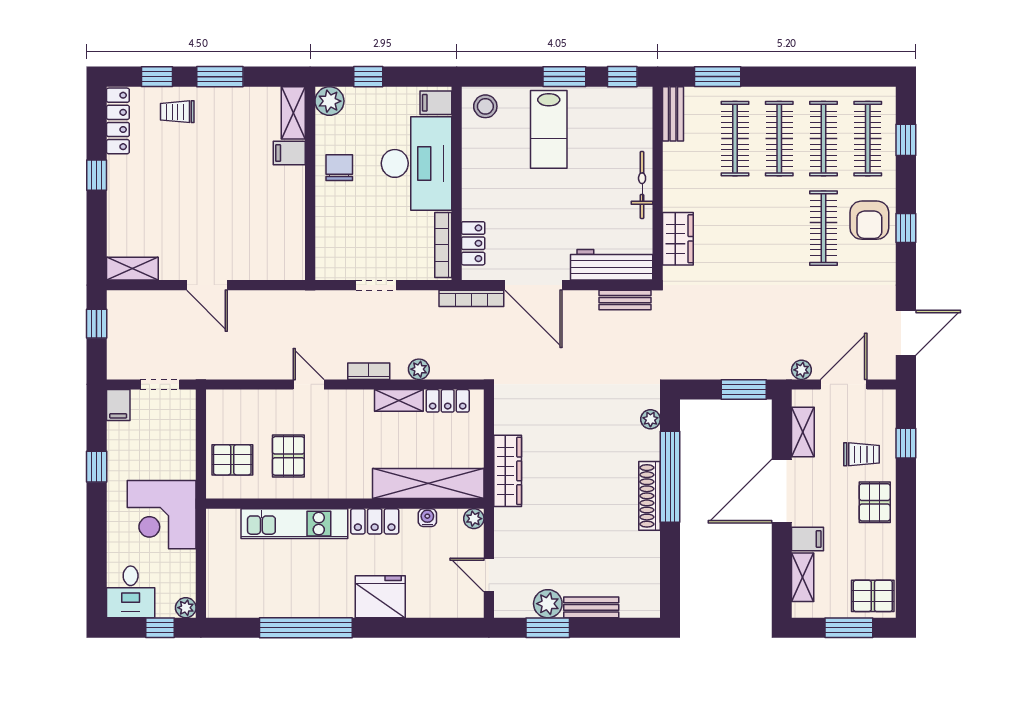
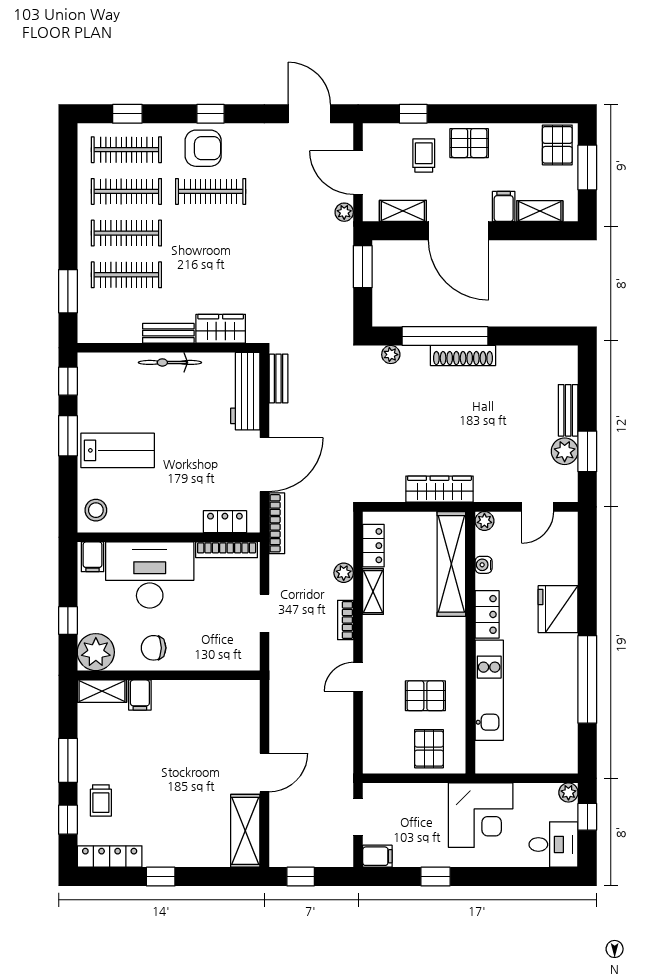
plant: (329, 101) -> (96, 652), width x1.36, depth x1.36
bench: (673, 114) -> (168, 333), moved
shelving: (132, 269) -> (245, 831), width x1.50, depth x1.33

